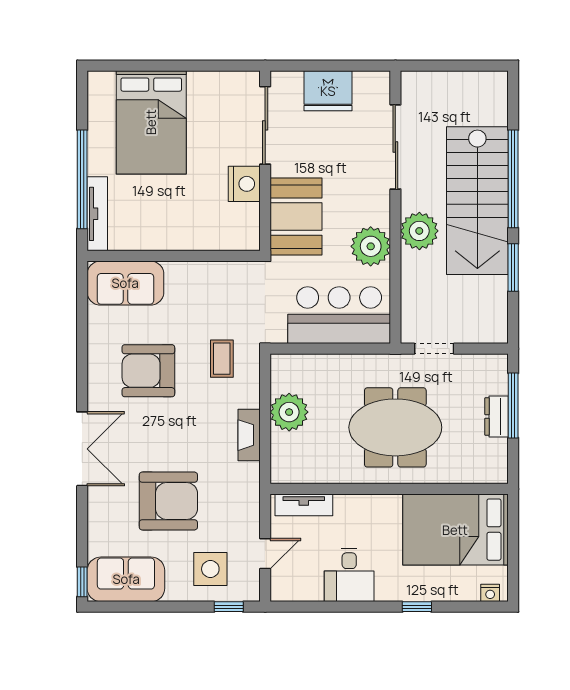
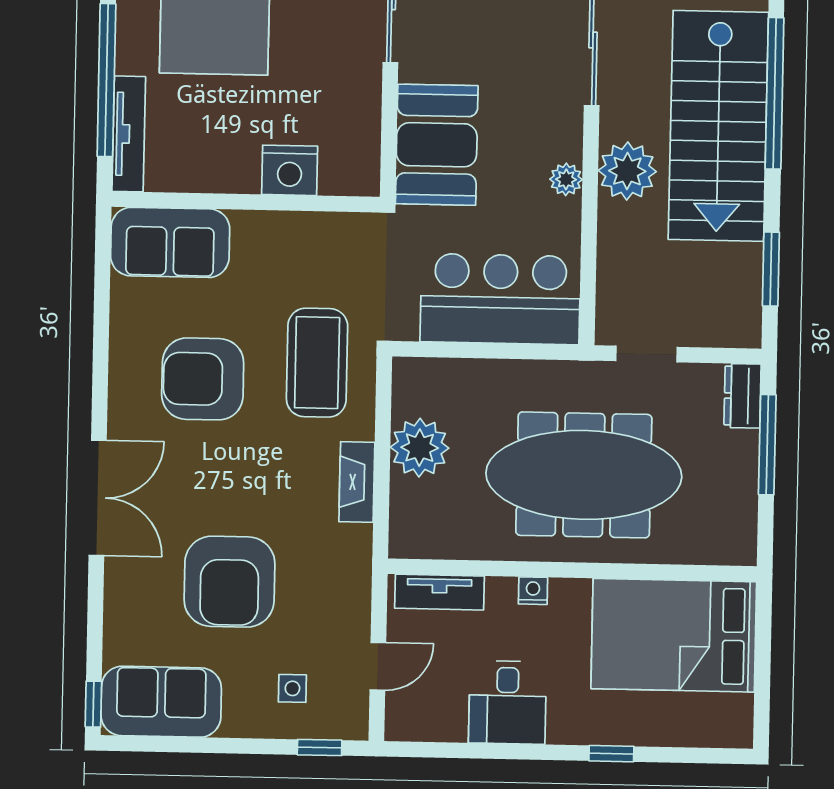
nightstand: (244, 184) -> (290, 170), moved, turned 90
plant: (371, 246) -> (566, 179), width x0.53, depth x0.53
window: (513, 268) -> (771, 269), moved
coffee table: (222, 359) -> (317, 363), width x1.86, depth x1.72
dresser: (497, 416) -> (742, 396), moved
meeting table: (395, 427) -> (584, 475), width x1.36
armchair: (168, 501) -> (229, 582), turned 90
side table: (210, 569) -> (292, 688), width x0.54, depth x0.54
nightstand: (490, 593) -> (533, 591), moved, turned 180

